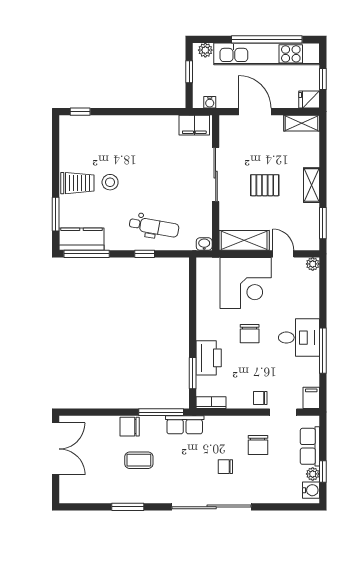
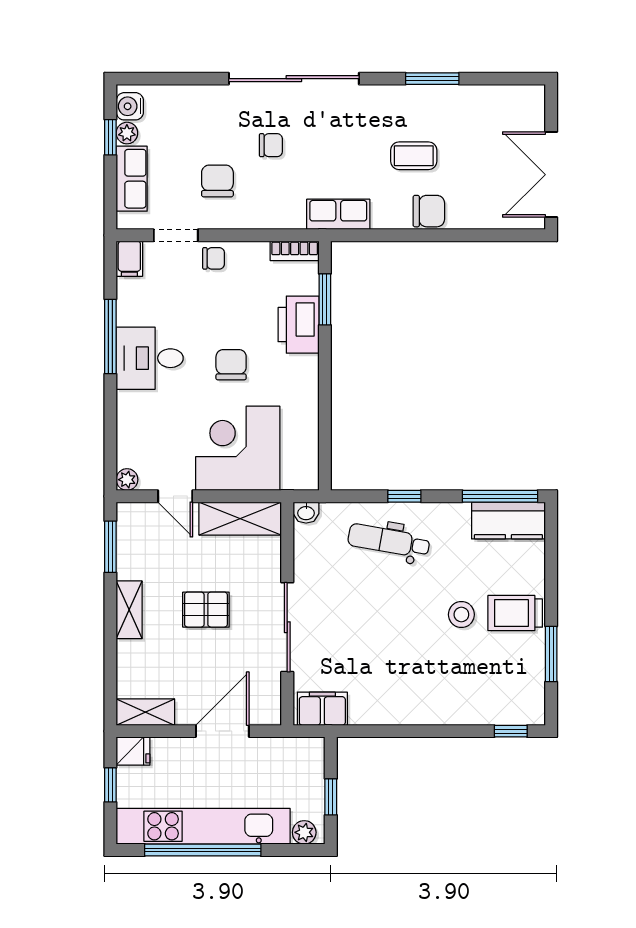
water cooler: (210, 102) -> (297, 746), removed
door: (255, 112) -> (222, 731), swing flipped
window: (56, 214) -> (551, 654), moved
window: (161, 412) -> (377, 235), removed

